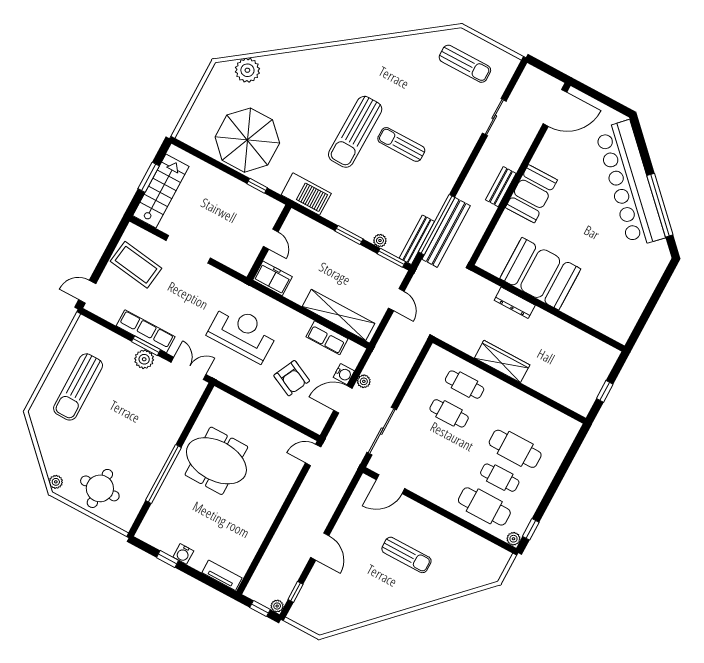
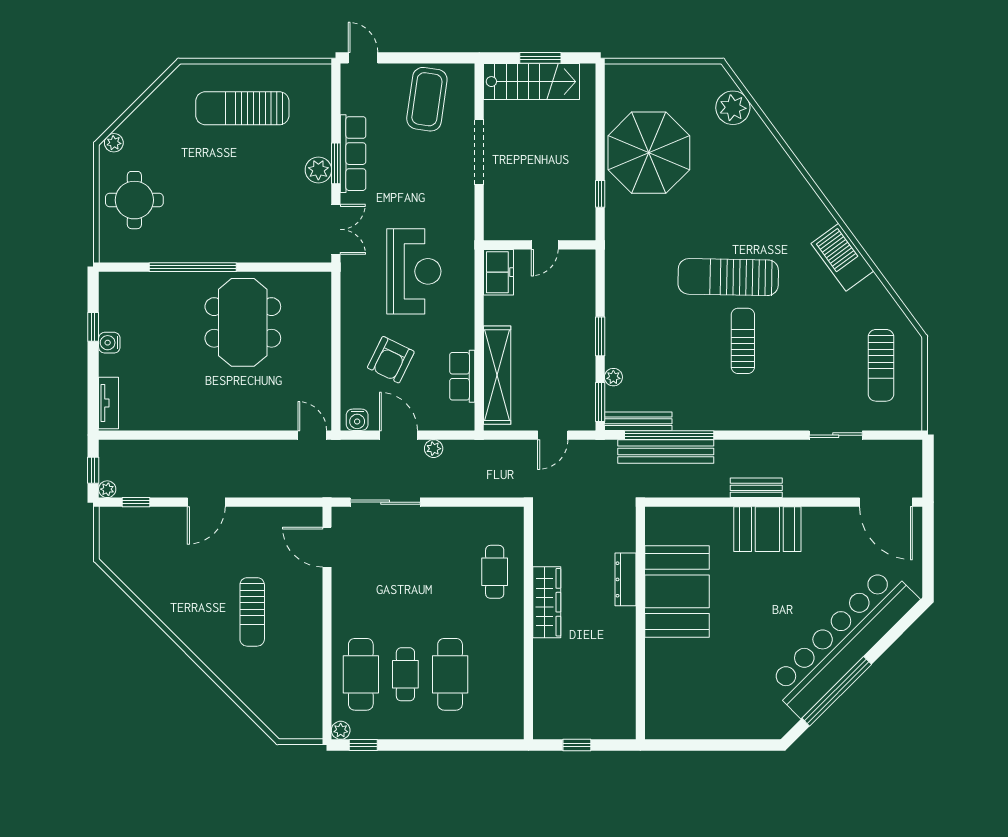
barbecue: (306, 194) -> (842, 257), moved, turned 144
water cooler: (344, 374) -> (357, 420), moved
cafe table: (449, 413) -> (450, 572), removed

